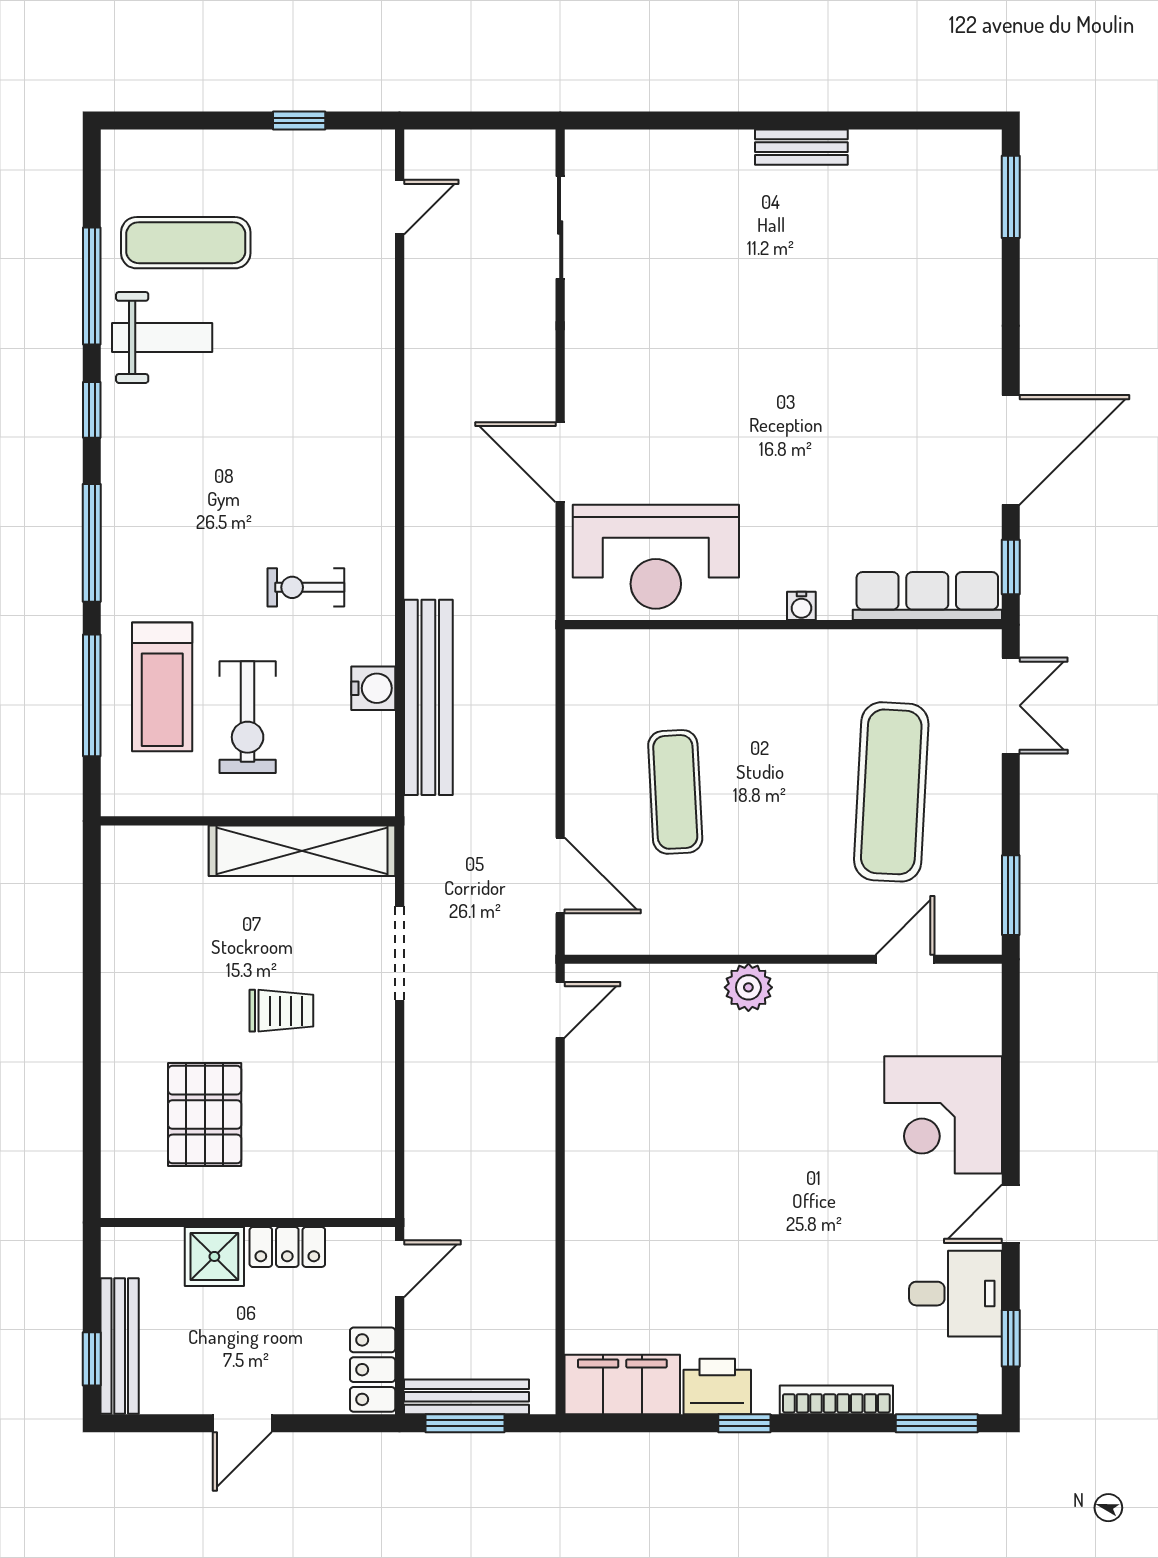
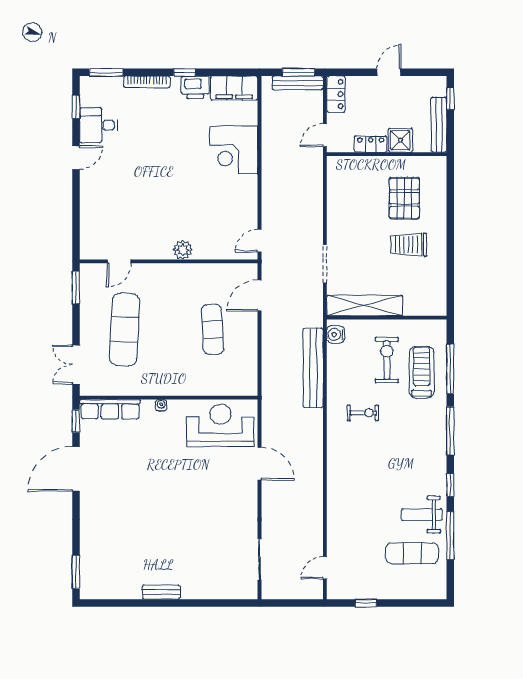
water cooler: (373, 688) -> (336, 334), moved
door: (560, 876) -> (259, 295), hinge flipped
trolley: (281, 1011) -> (409, 245), moved, width x1.36, depth x1.39
corner desk: (943, 1115) -> (234, 150), moved, turned 180
bench: (120, 1346) -> (439, 125), moved

